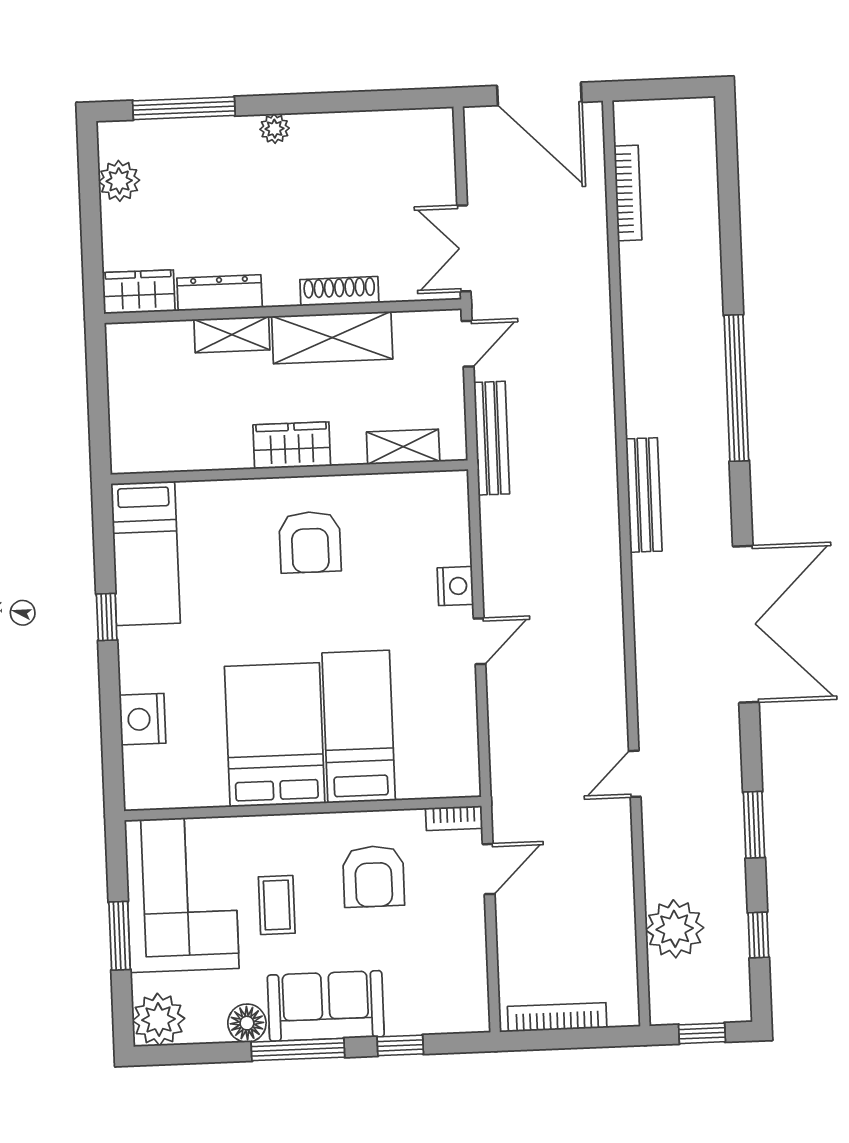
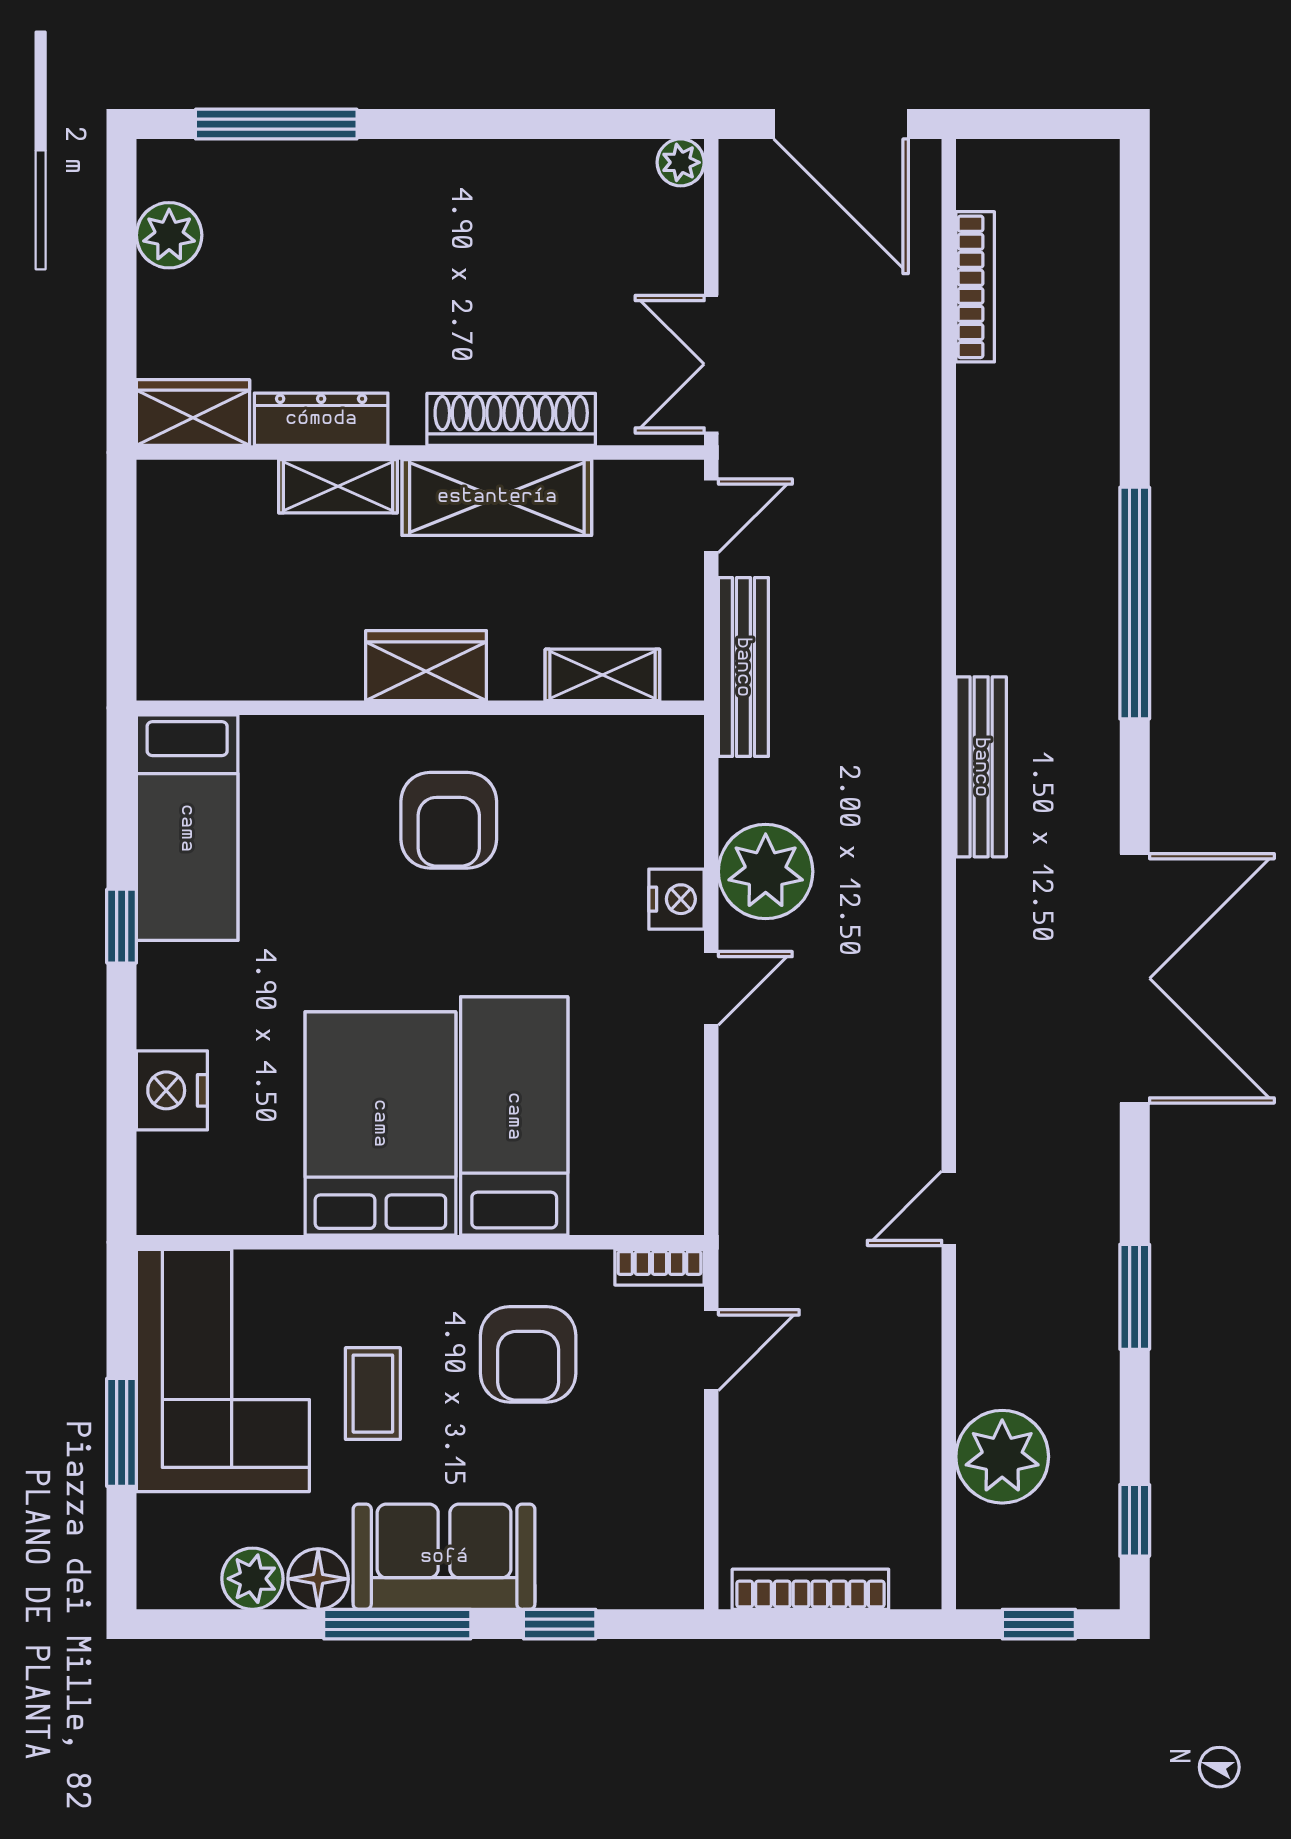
plant: (275, 129) -> (681, 162), moved
shoe rack: (339, 291) -> (511, 419), width x1.36, depth x1.24
plant: (511, 566) -> (766, 872), added
window: (758, 935) -> (1135, 1520), moved
plant: (159, 1019) -> (252, 1579), moved, width x0.73, depth x0.73

